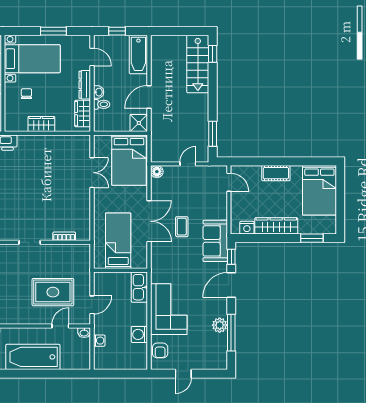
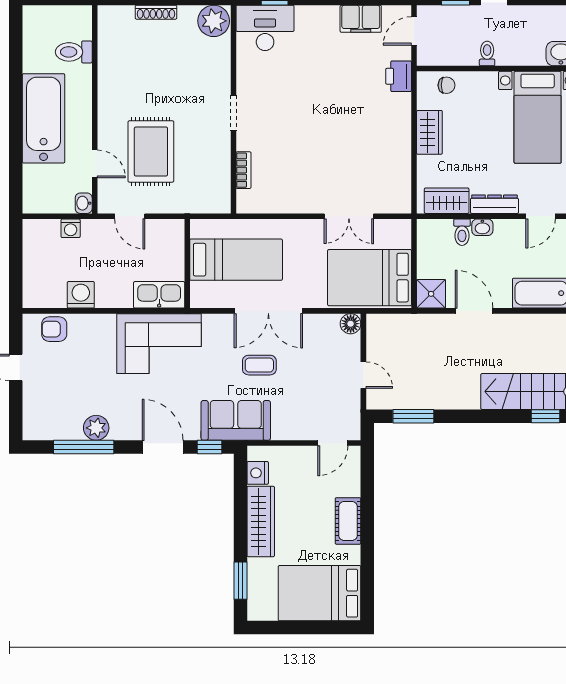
chair: (26, 94) -> (447, 85), moved
corner sofa: (169, 309) -> (159, 344), moved

